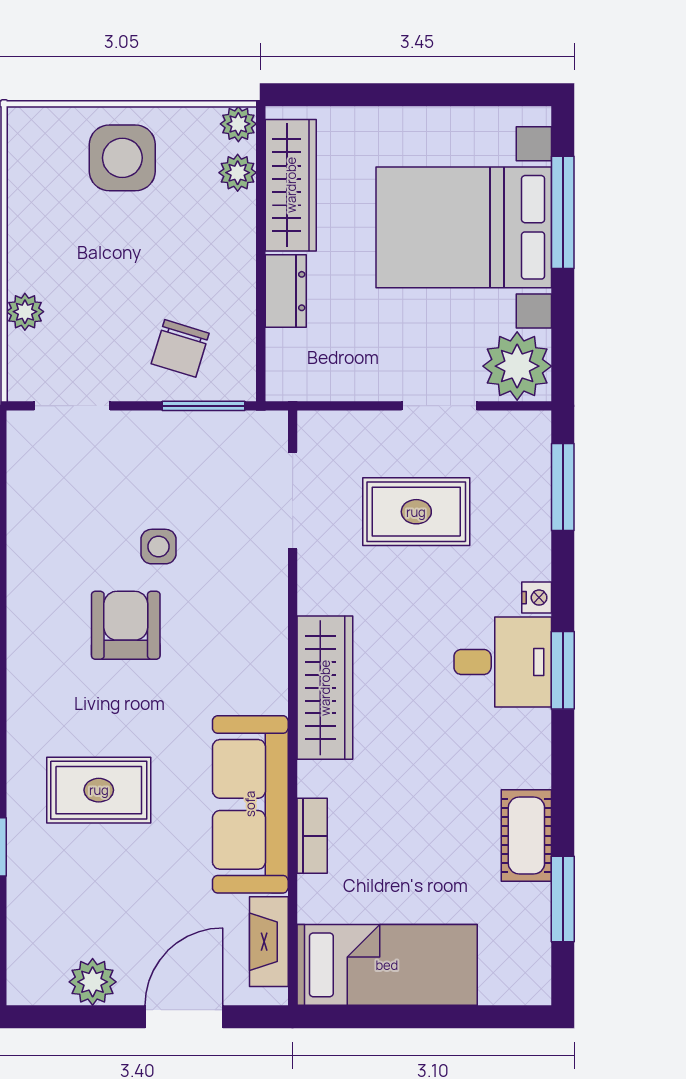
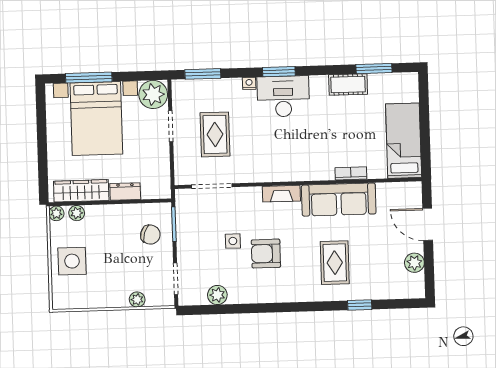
plant: (30, 505) -> (217, 295), added
desk: (503, 662) -> (283, 96), width x1.37
wardrobe: (325, 688) -> (289, 170), removed
fireplace: (269, 942) -> (281, 194), moved

